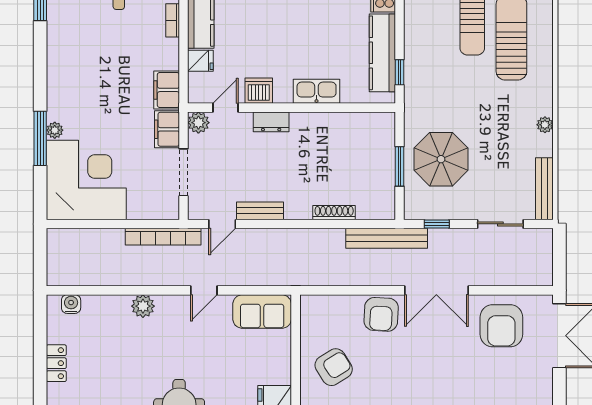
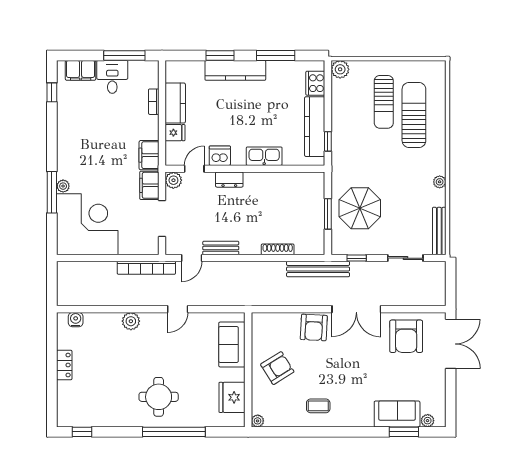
sofa: (262, 312) -> (232, 344), moved, turned 90

